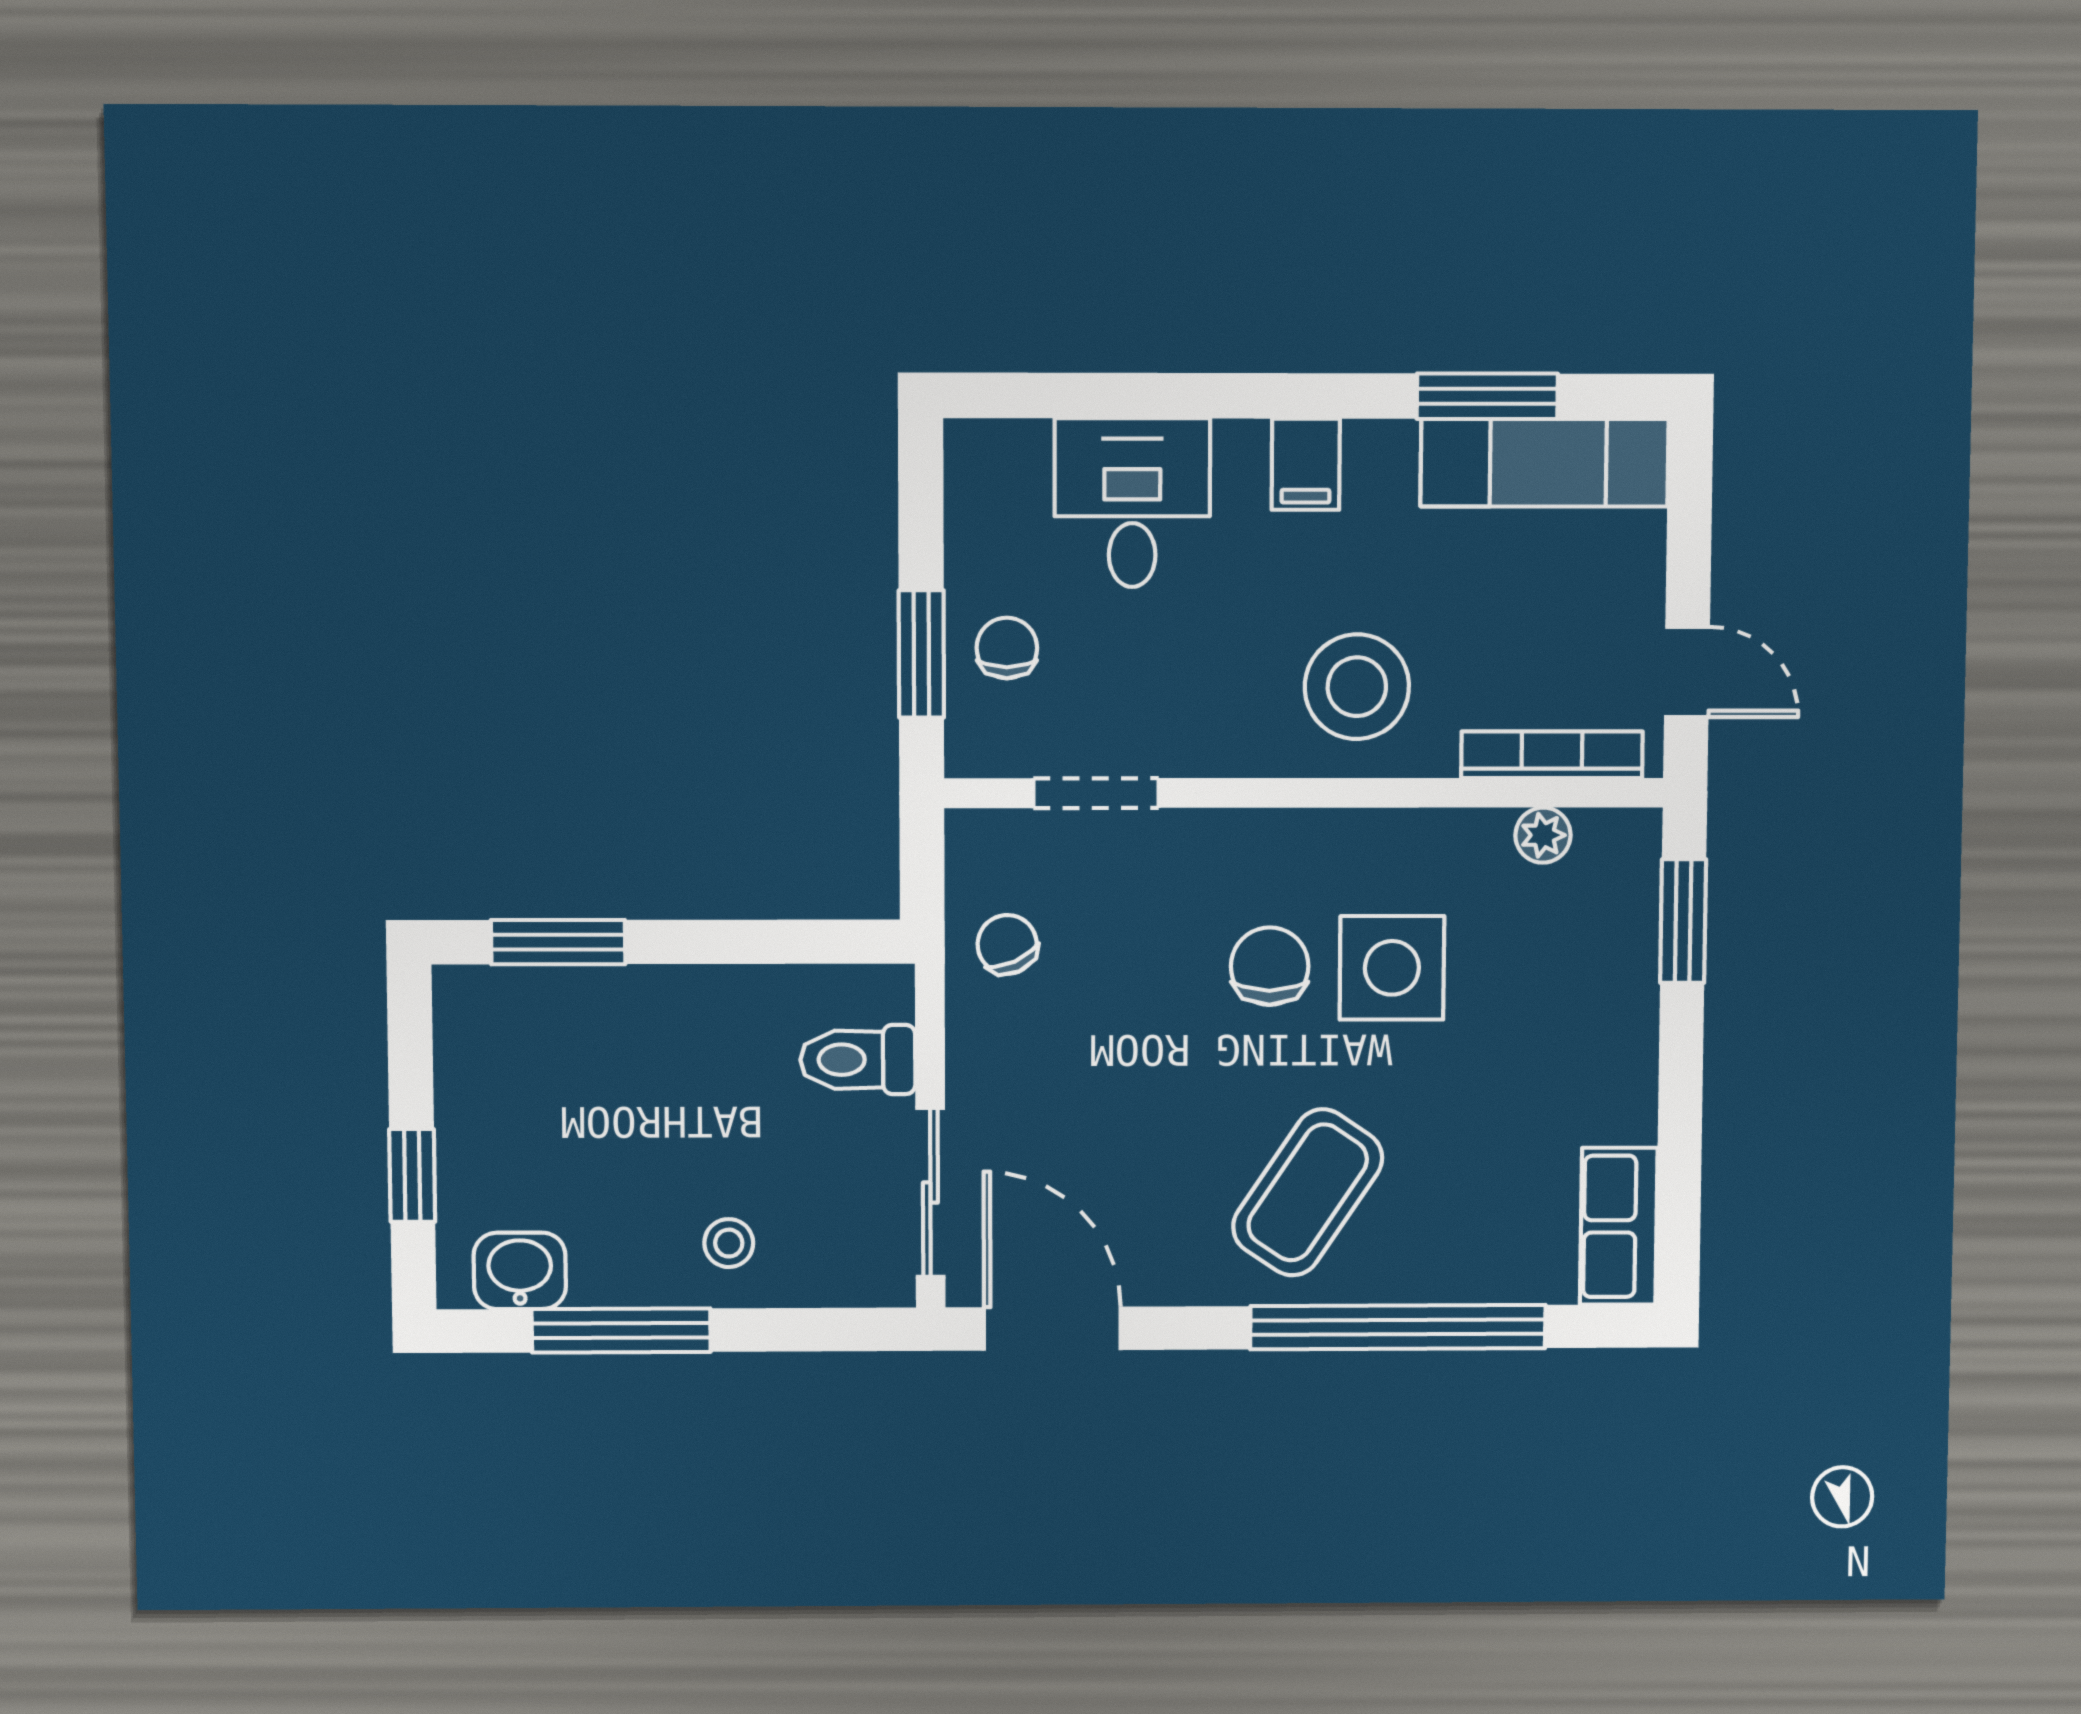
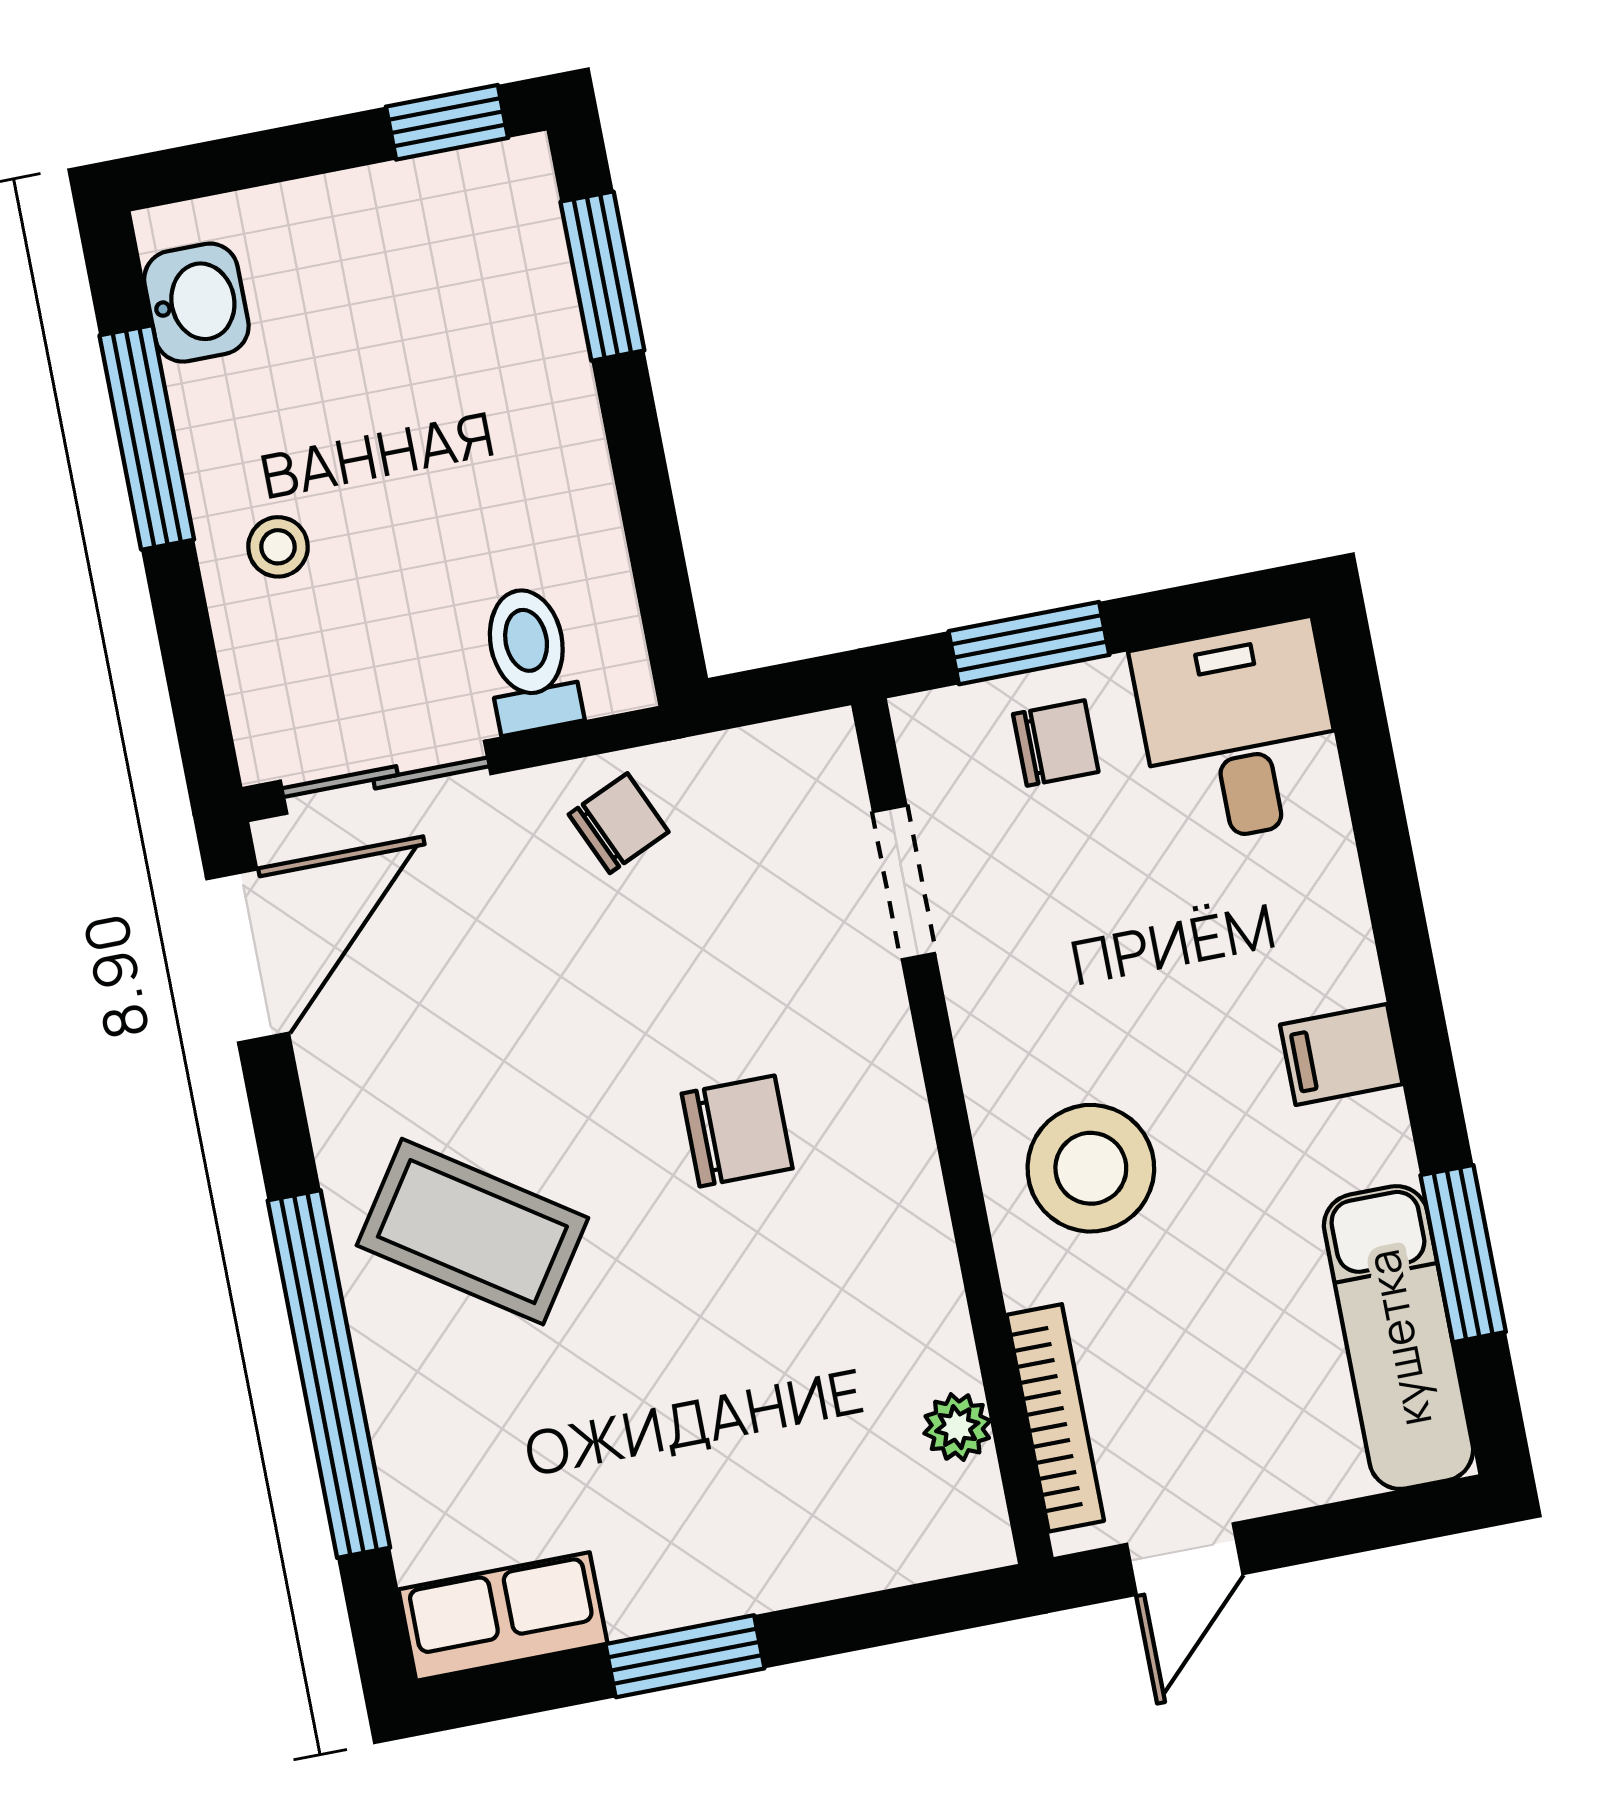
desk: (1132, 503) -> (1239, 733), moved, turned -90
window: (1683, 921) -> (685, 1656), moved
chair: (1007, 944) -> (619, 823), moved
side table: (1392, 968) -> (763, 1278), removed
window: (412, 1175) -> (447, 122), moved

